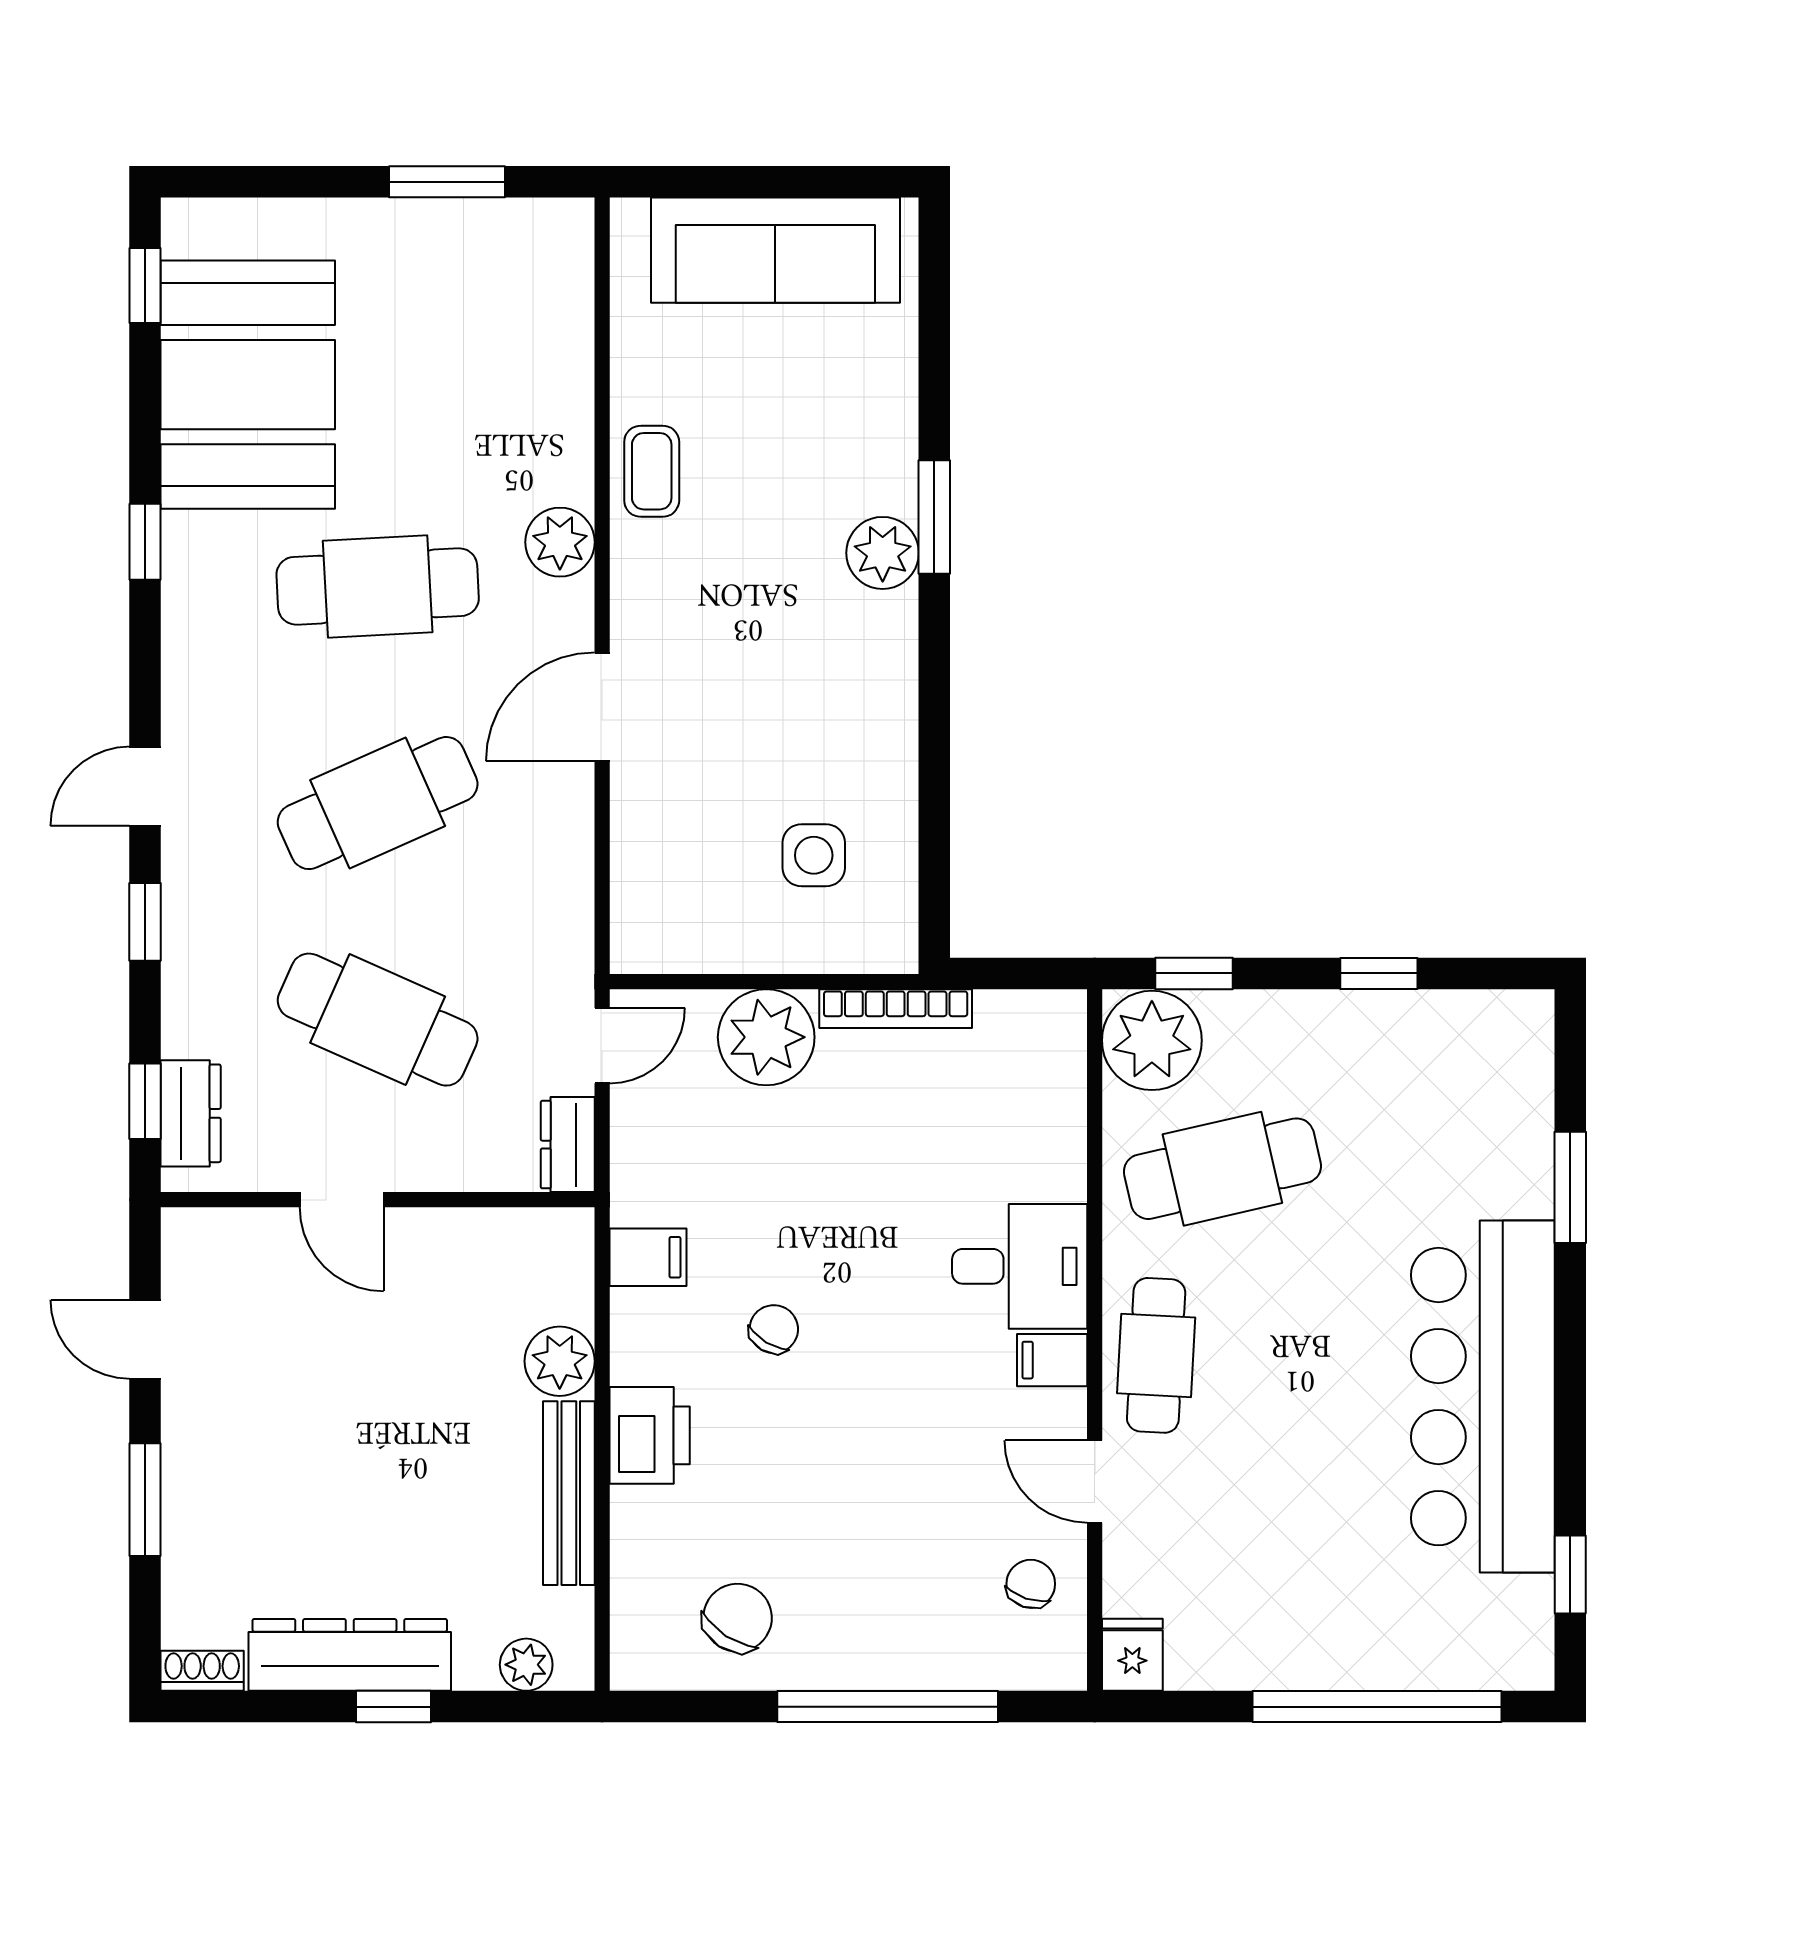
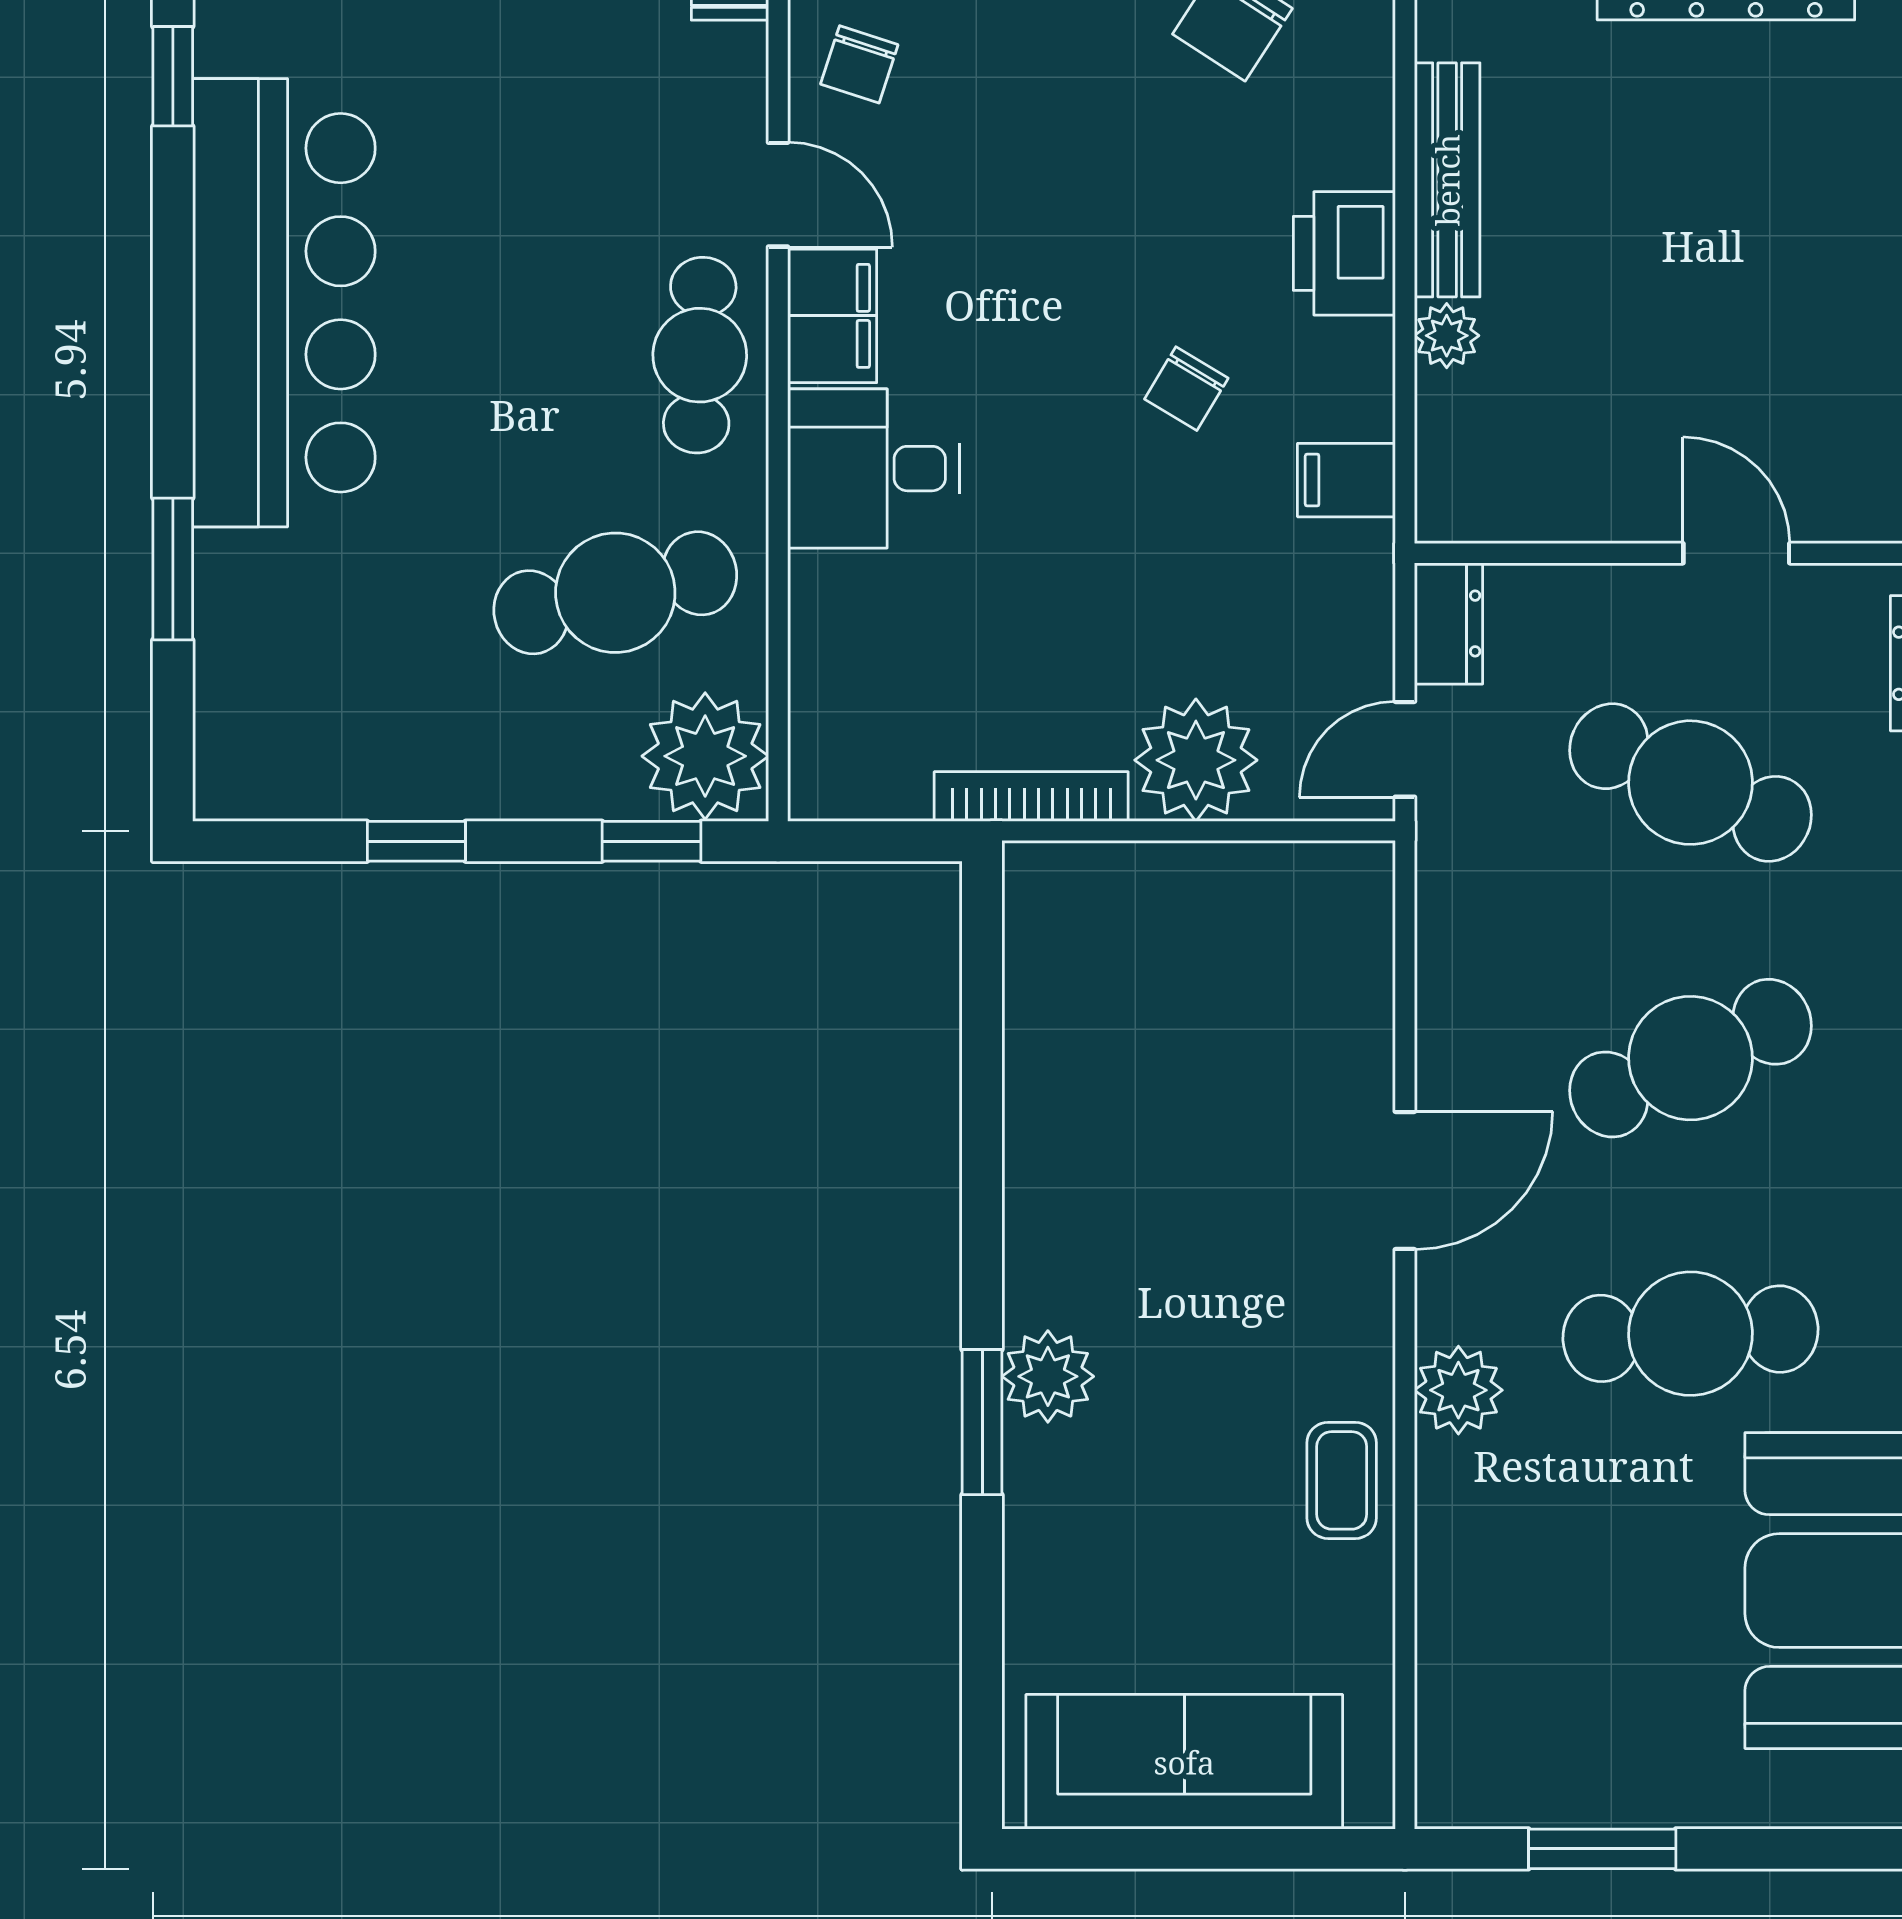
side table: (814, 855) -> (1135, 992), removed
filing cabinet: (1052, 1360) -> (832, 316), width x2.00
plant: (560, 1361) -> (1447, 336), width x0.73, depth x0.73

